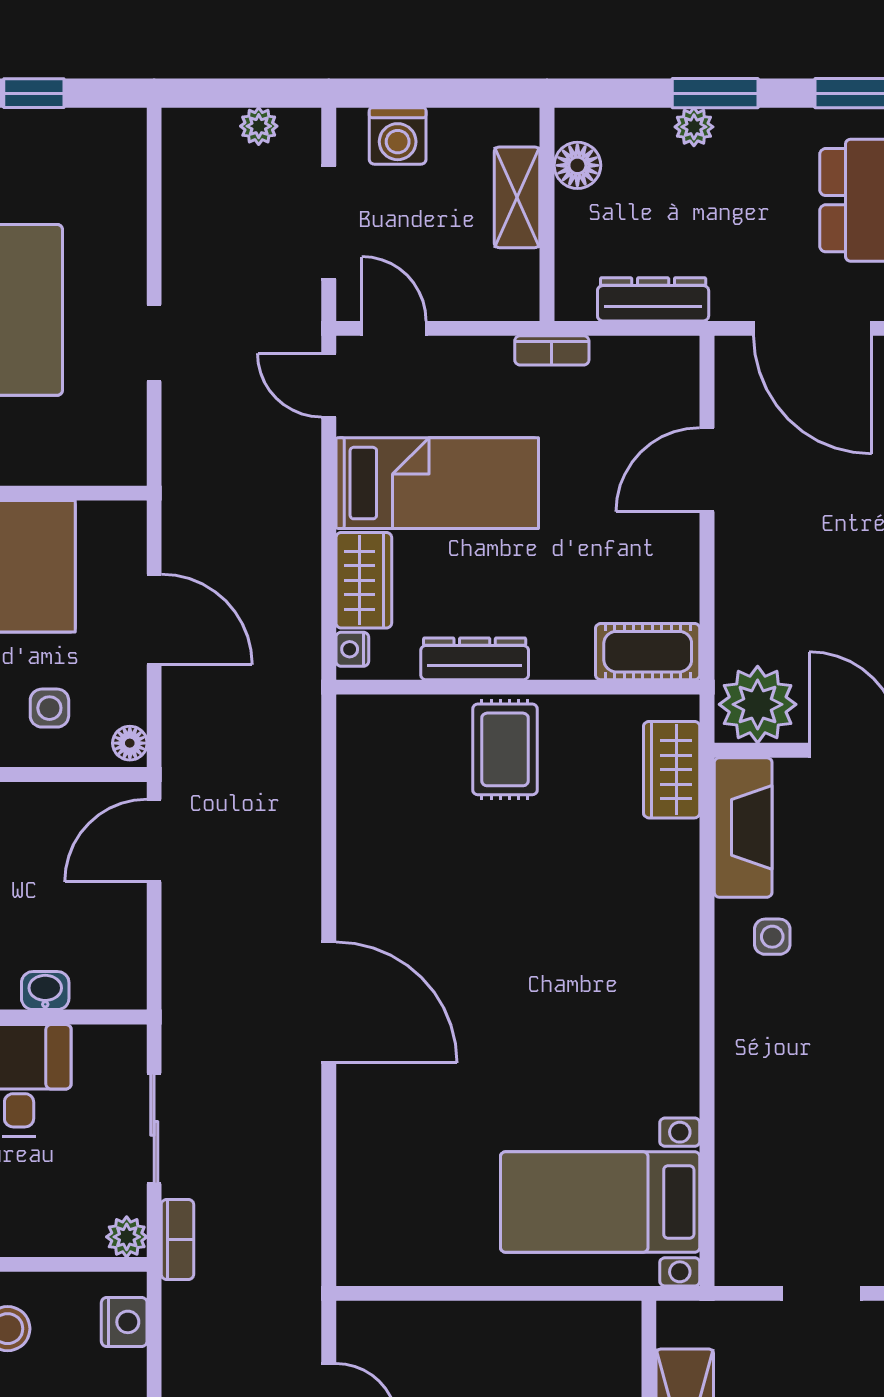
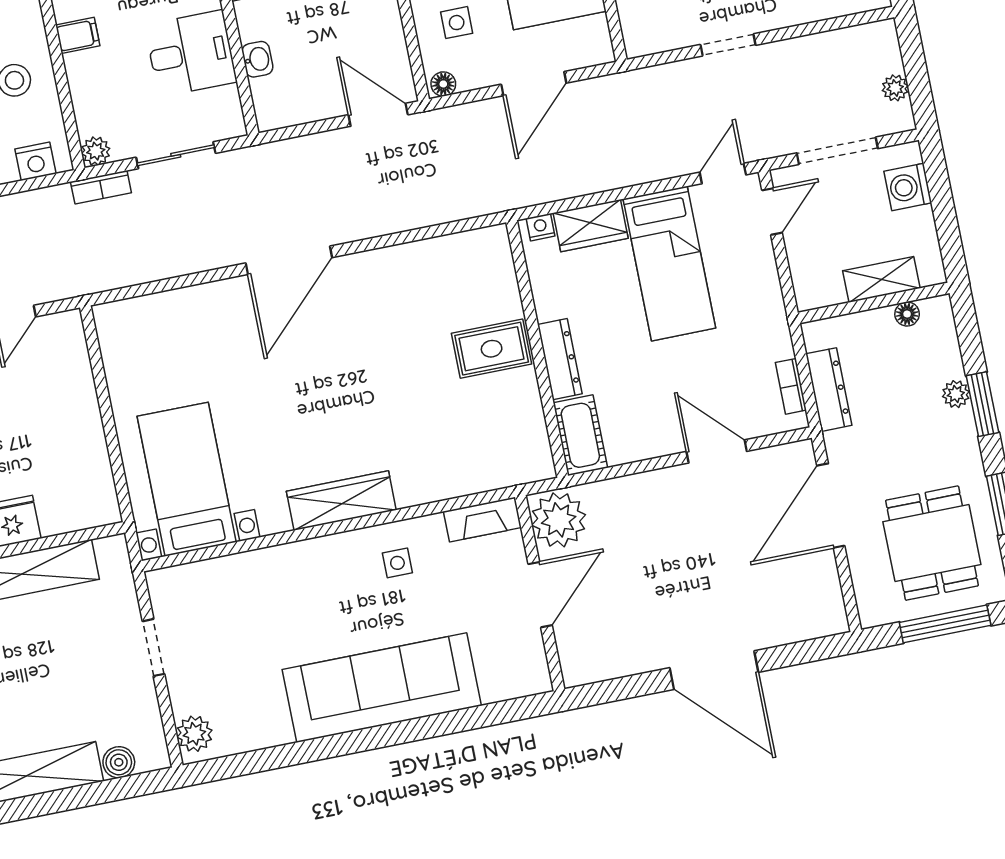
floor lamp: (577, 165) -> (907, 314), width x0.73, depth x0.73
bookcase: (552, 350) -> (791, 386), moved
dresser: (475, 659) -> (560, 359), moved
wardrobe: (672, 770) -> (341, 501), moved, width x1.50
fireplace: (743, 827) -> (482, 519), width x0.73, depth x0.76

